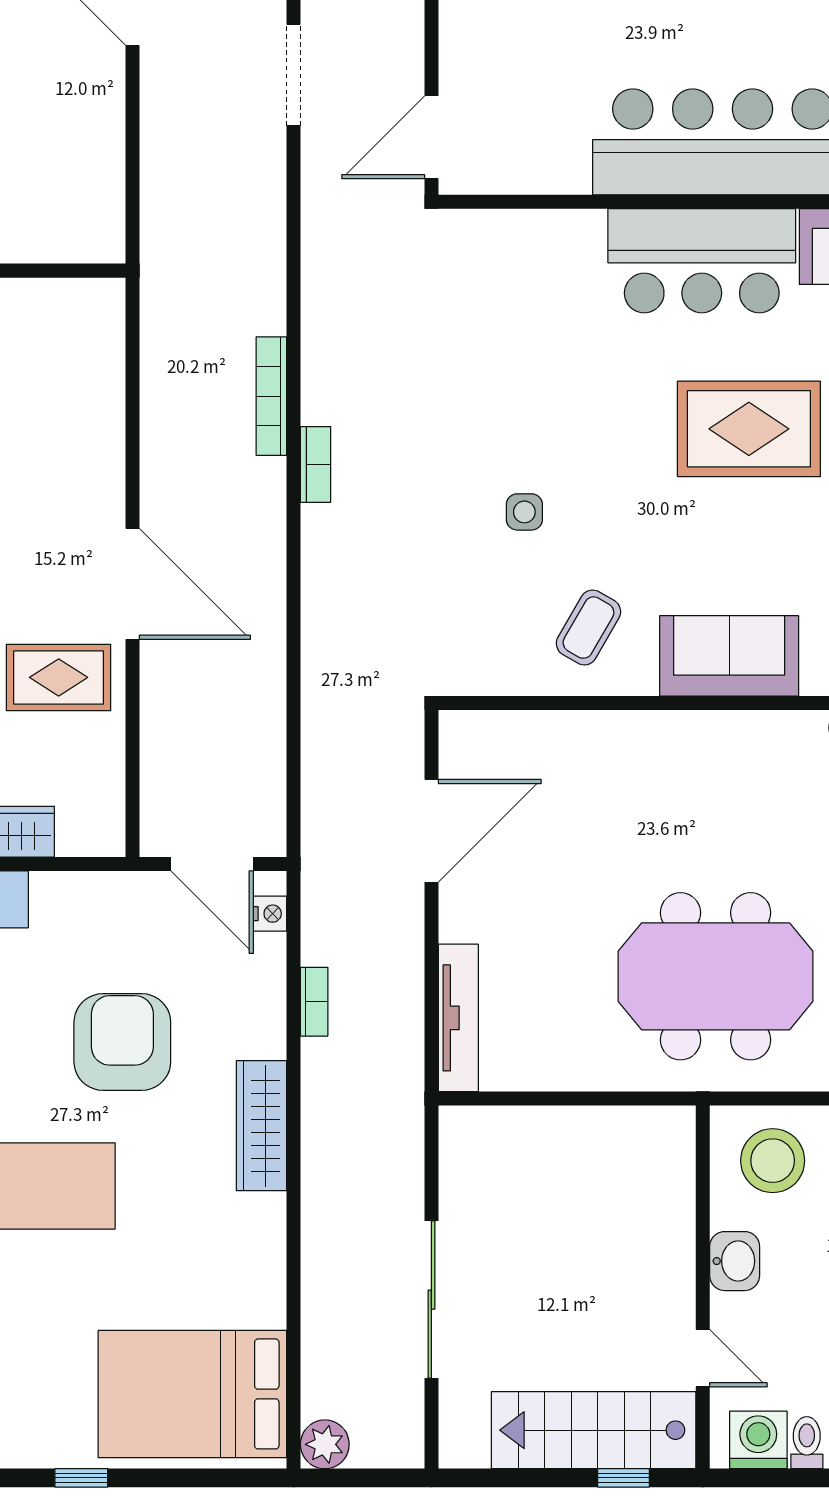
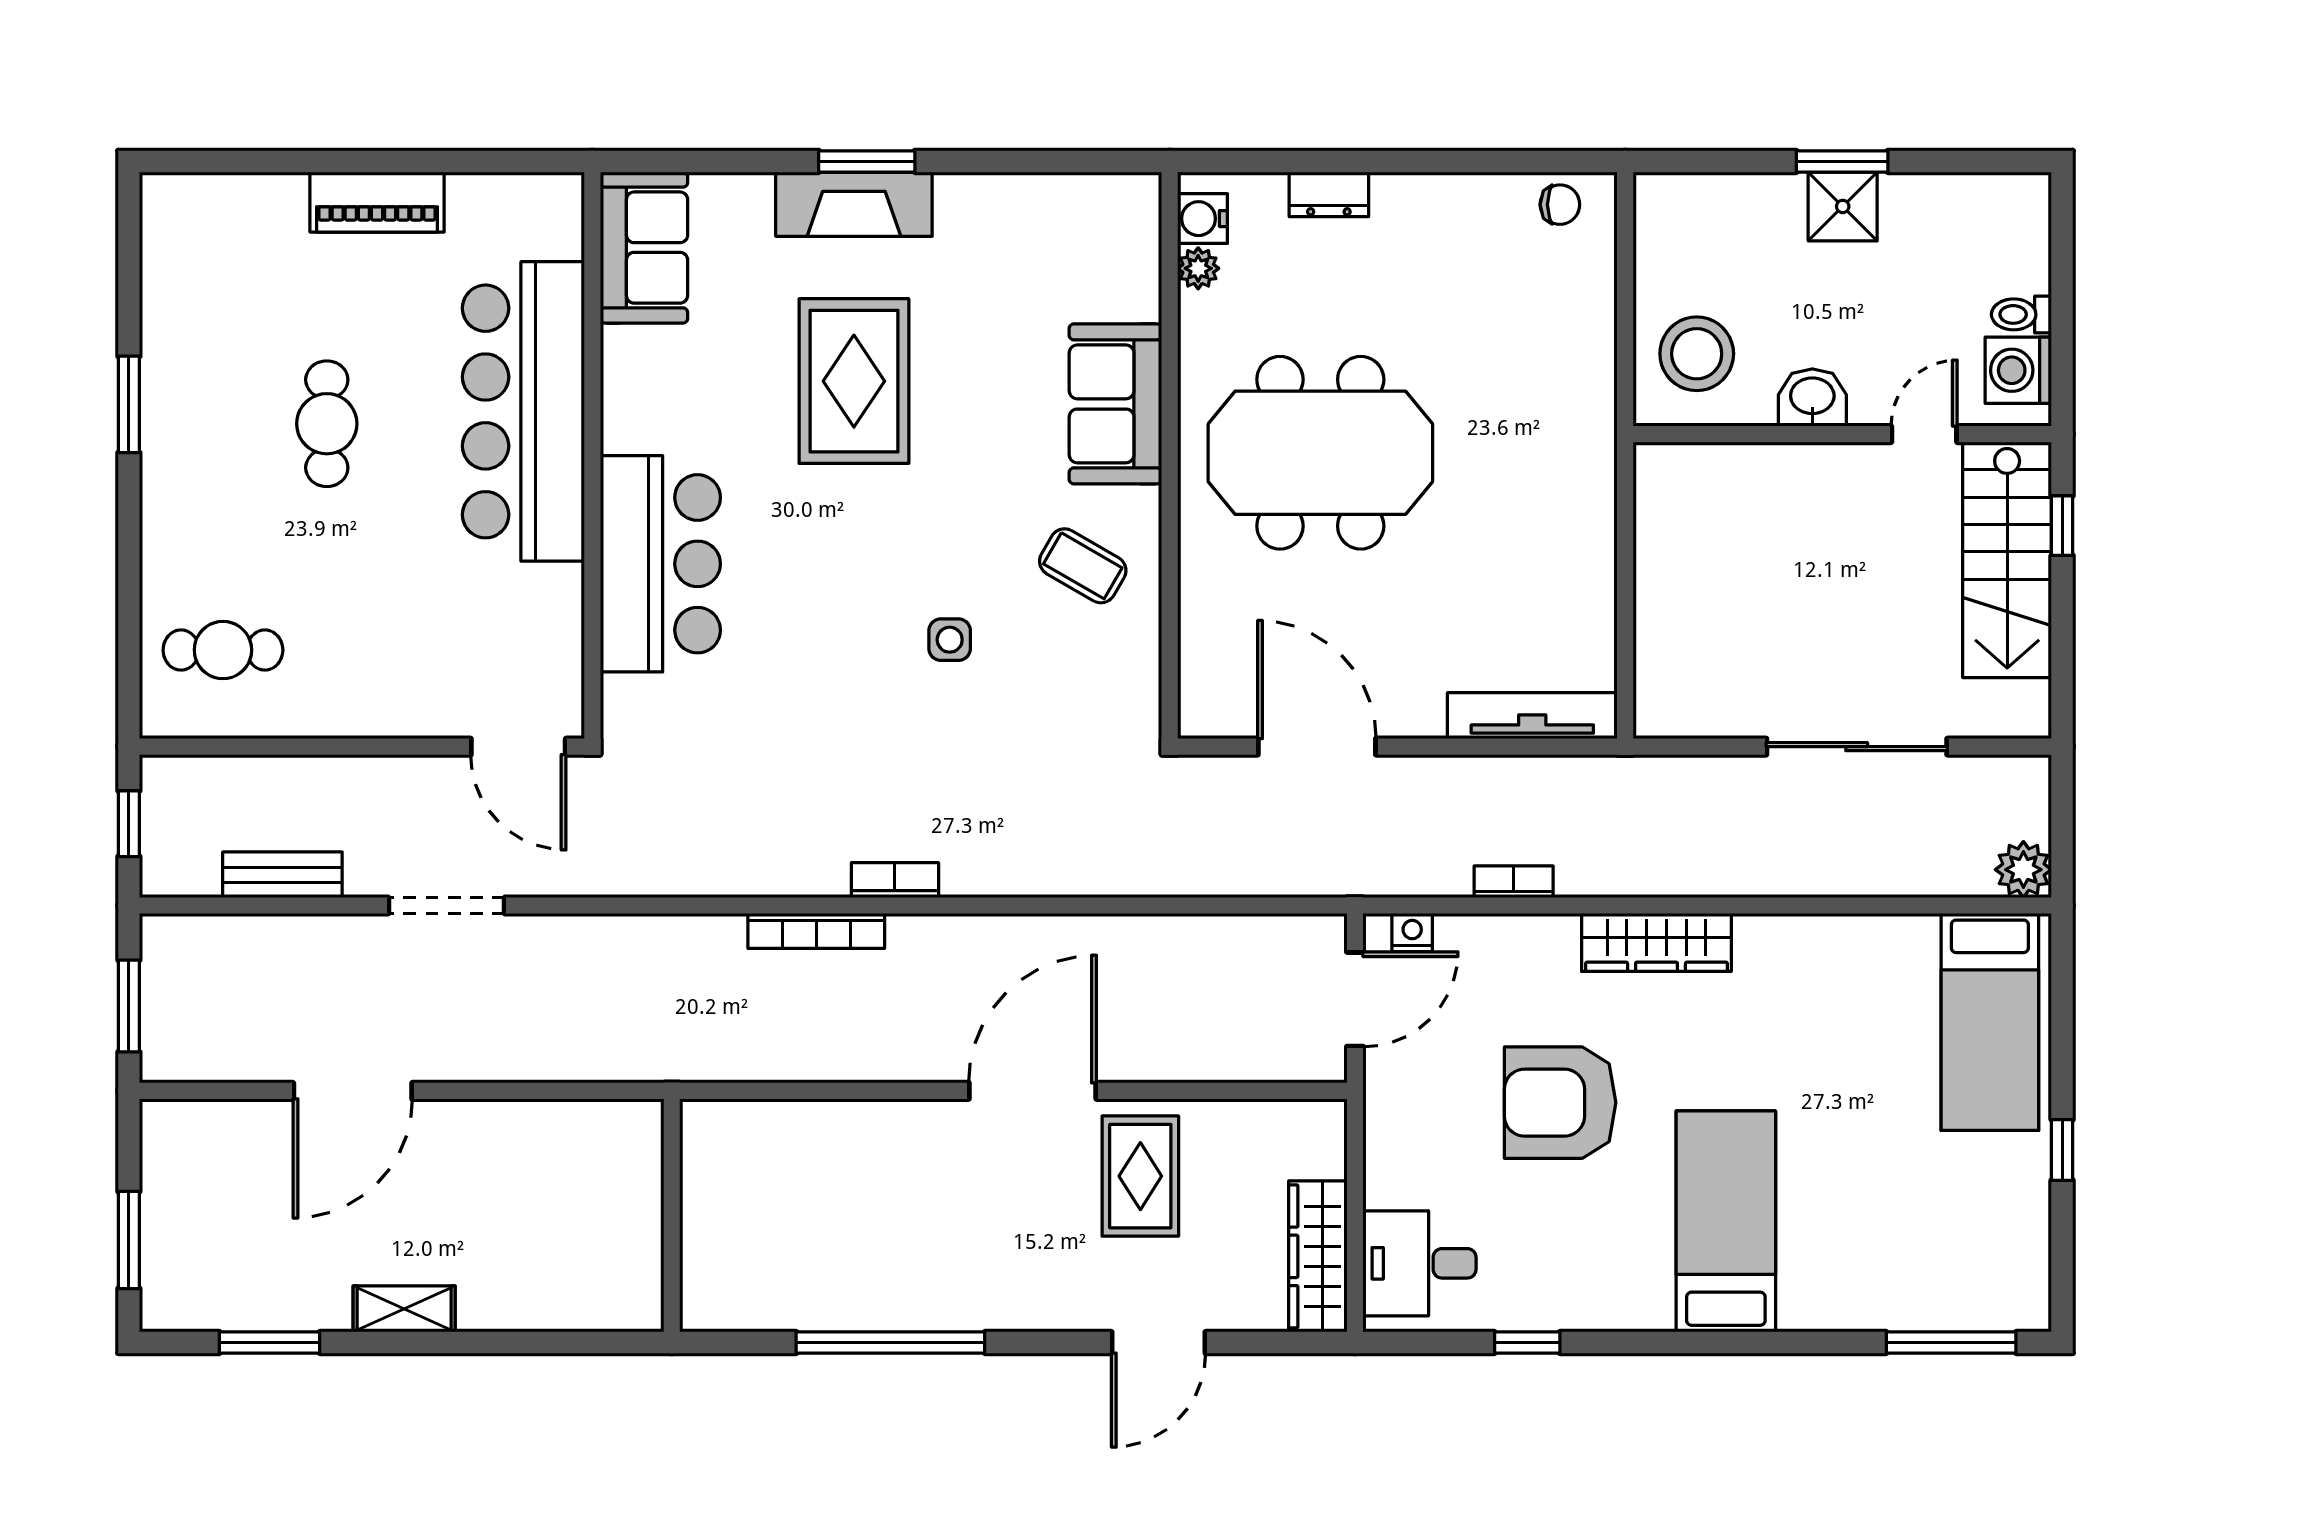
bar counter: (702, 261) -> (660, 564), moved
meeting table: (716, 976) -> (1320, 453), moved, turned 90
bed: (192, 1394) -> (1990, 1022), width x0.67

